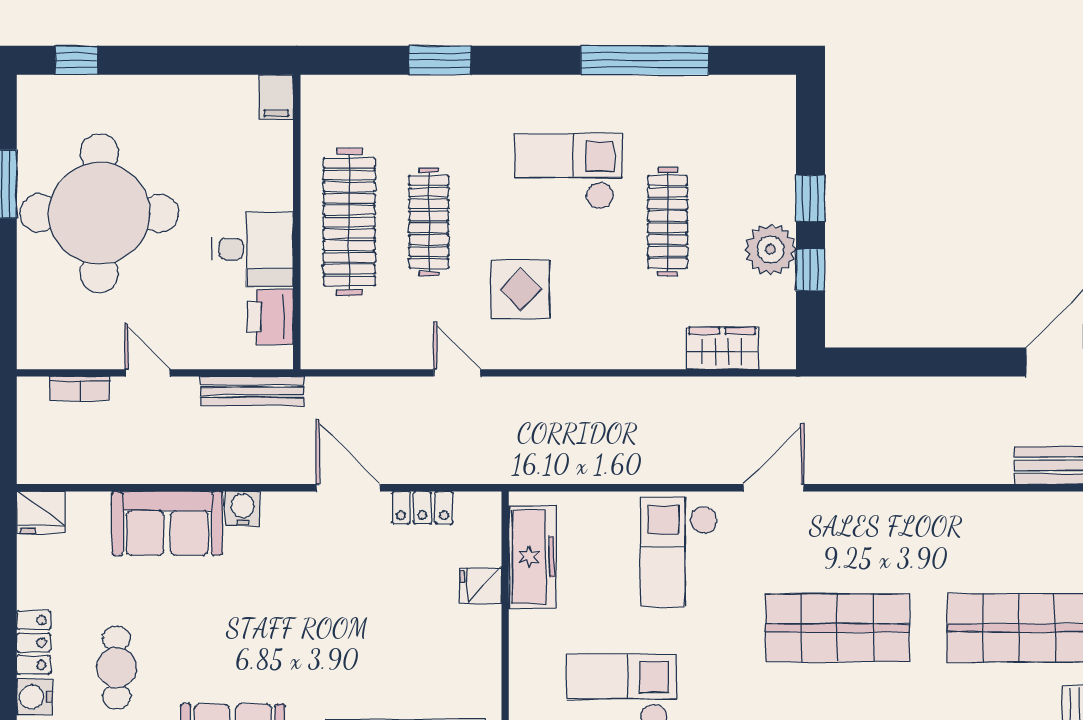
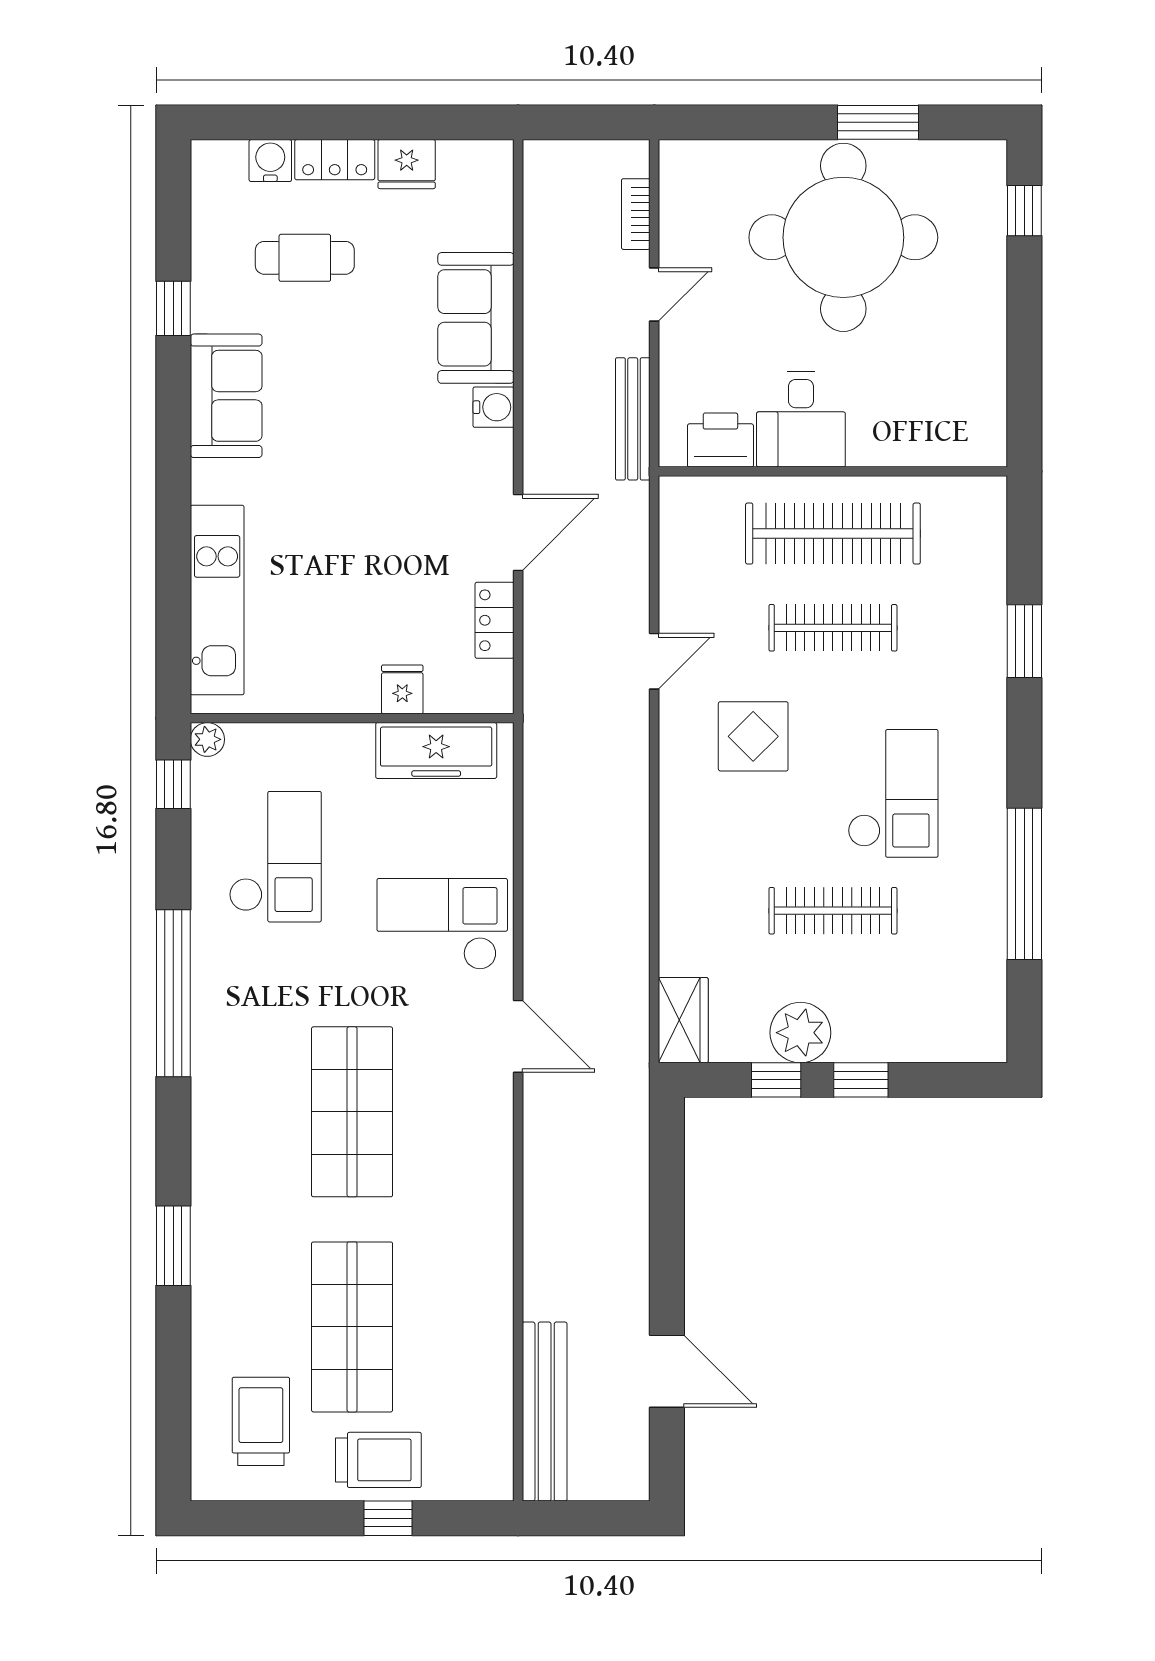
filing cabinet: (276, 97) -> (981, 447), removed
wardrobe: (722, 348) -> (683, 1020), moved
fridge: (41, 512) -> (407, 164), moved, turned -90

